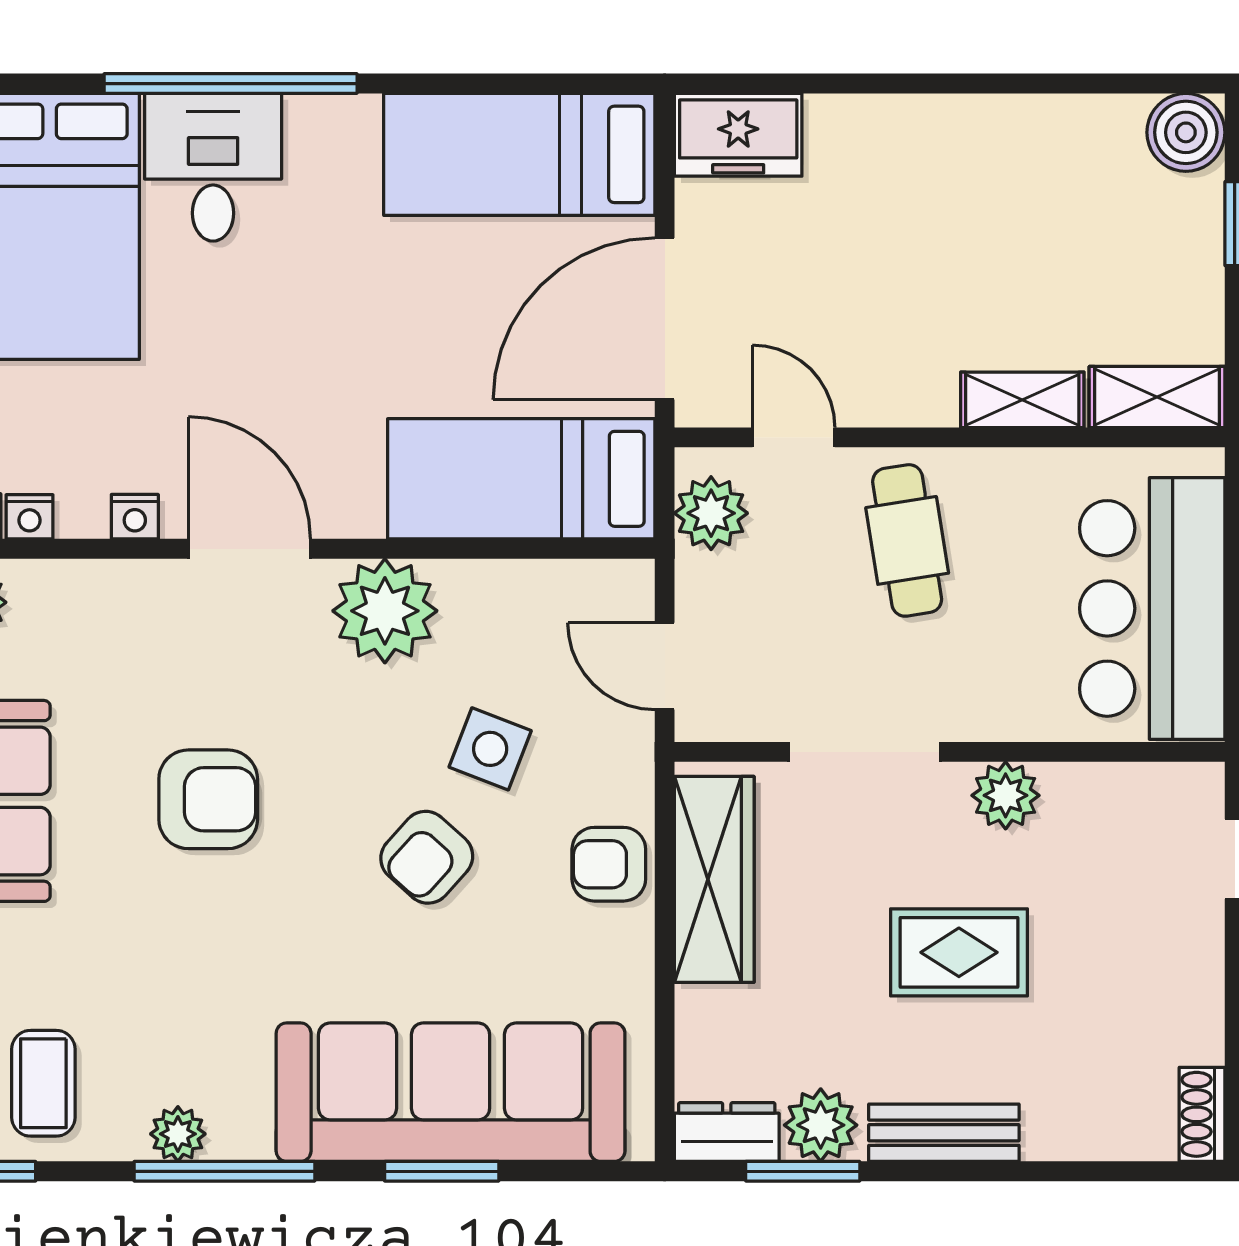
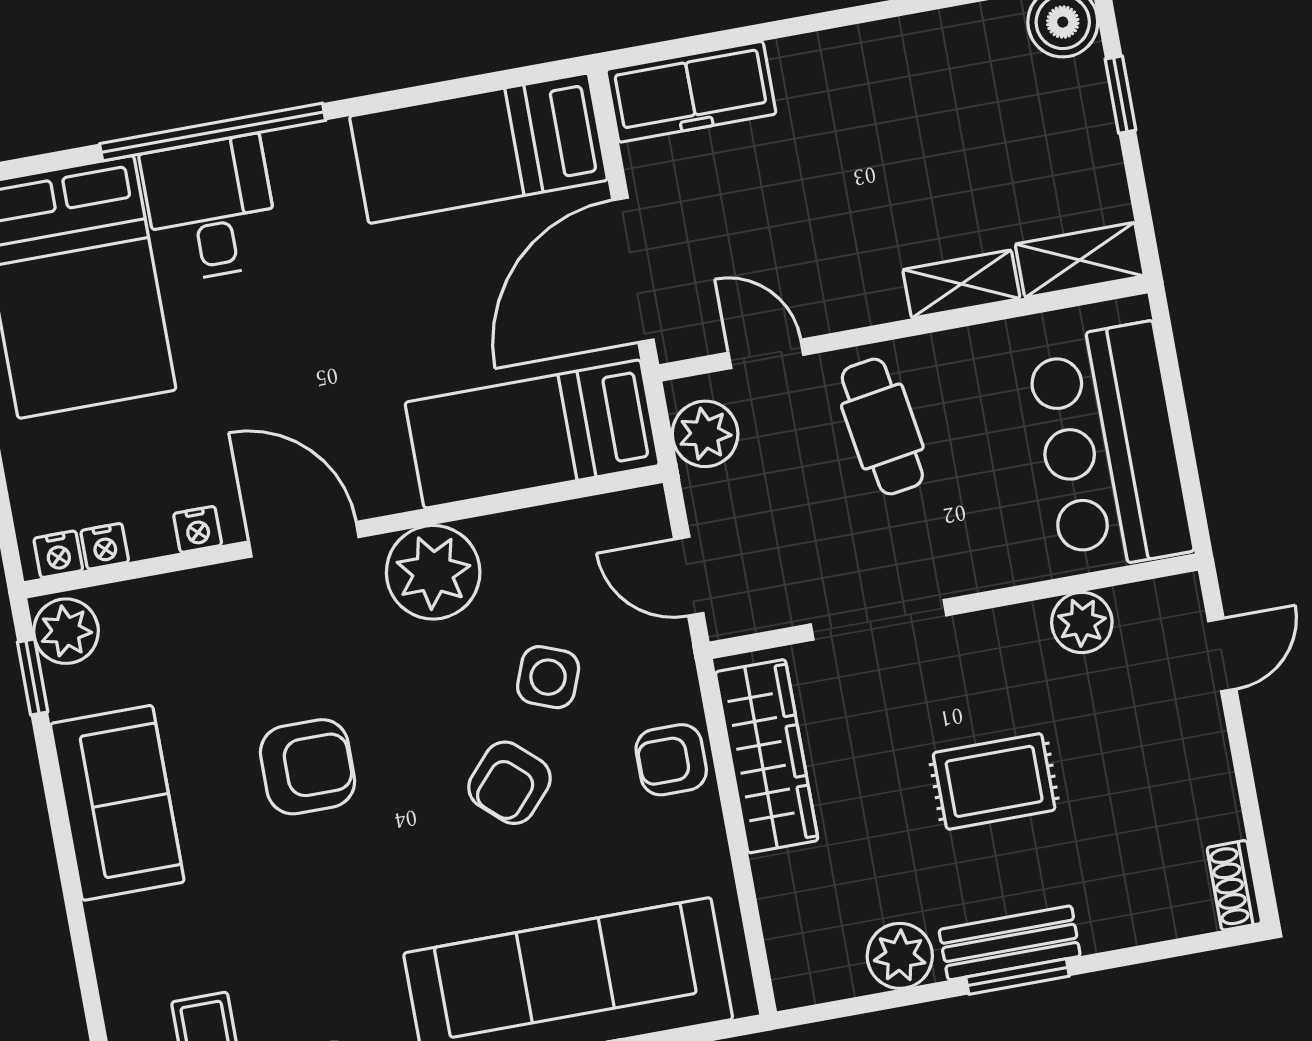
freezer: (738, 135) -> (691, 92), width x1.40
plant: (1006, 795) -> (1082, 622), moved
dresser: (727, 1132) -> (818, 977), removed
window: (803, 1171) -> (1018, 977), moved

